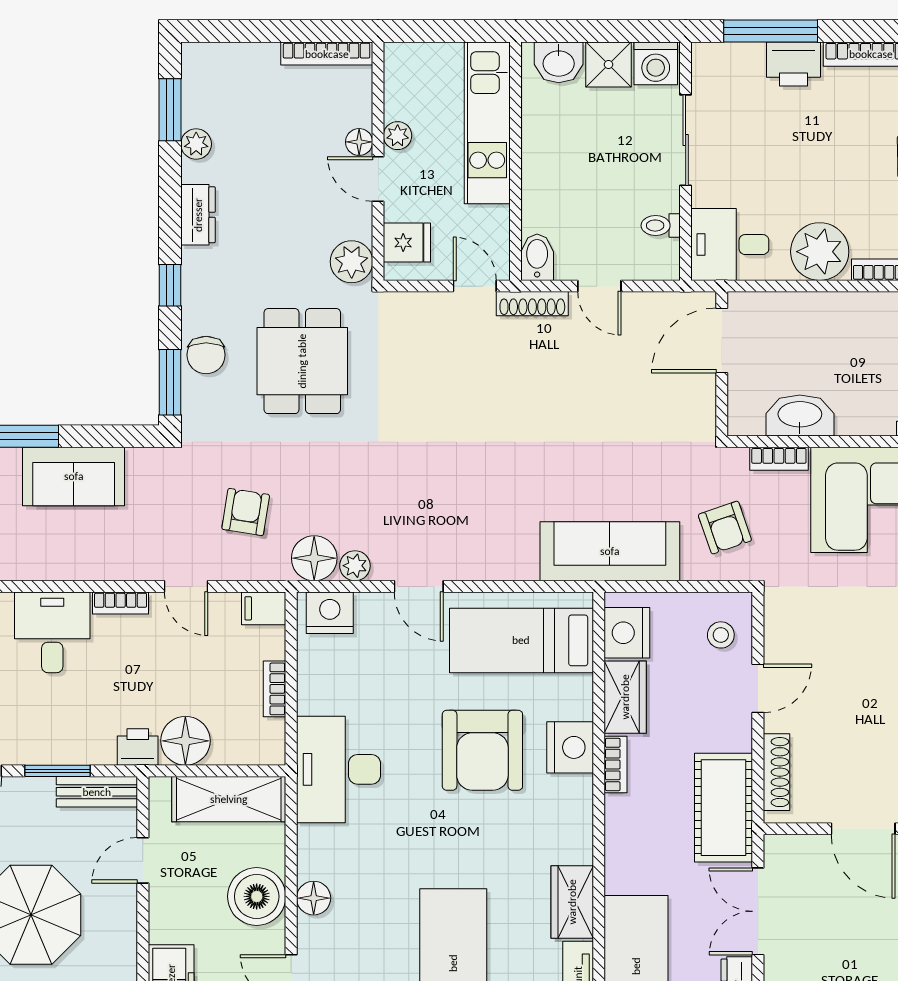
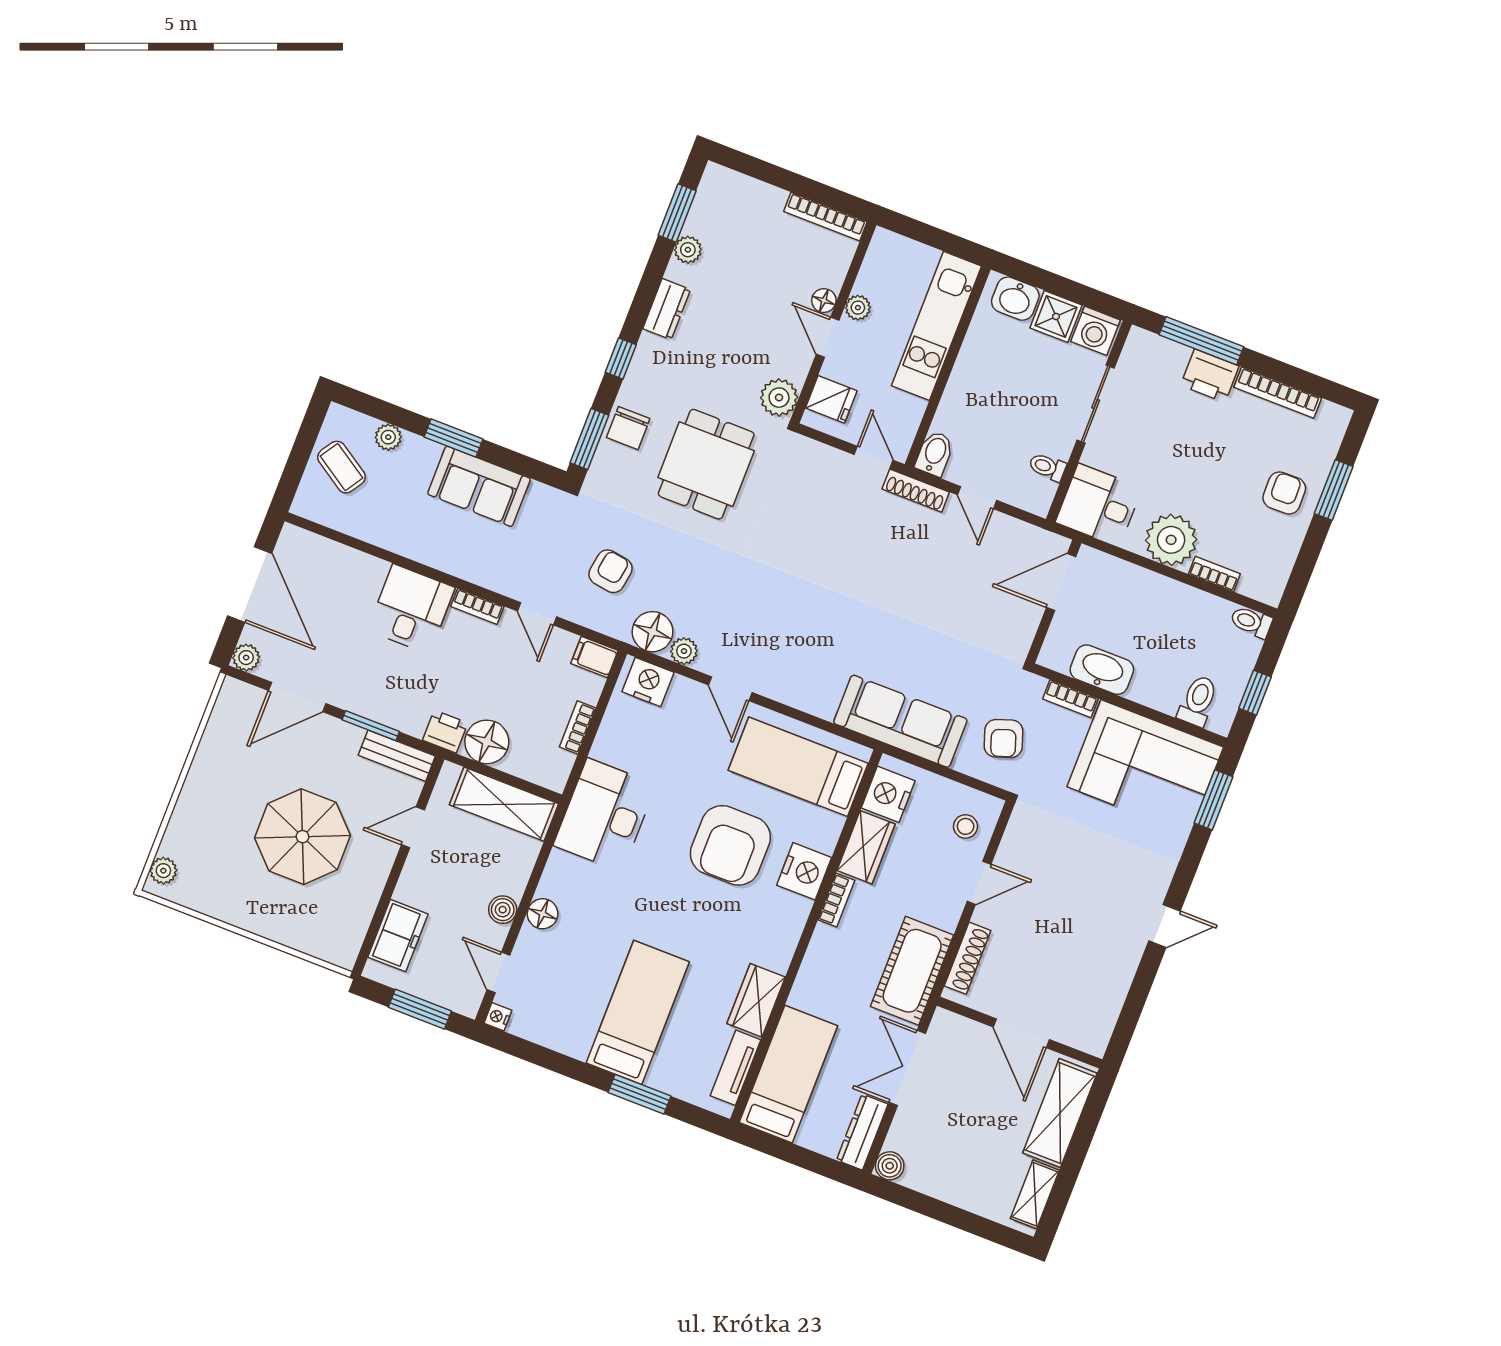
boiler: (257, 896) -> (503, 910), width x0.54, depth x0.54

